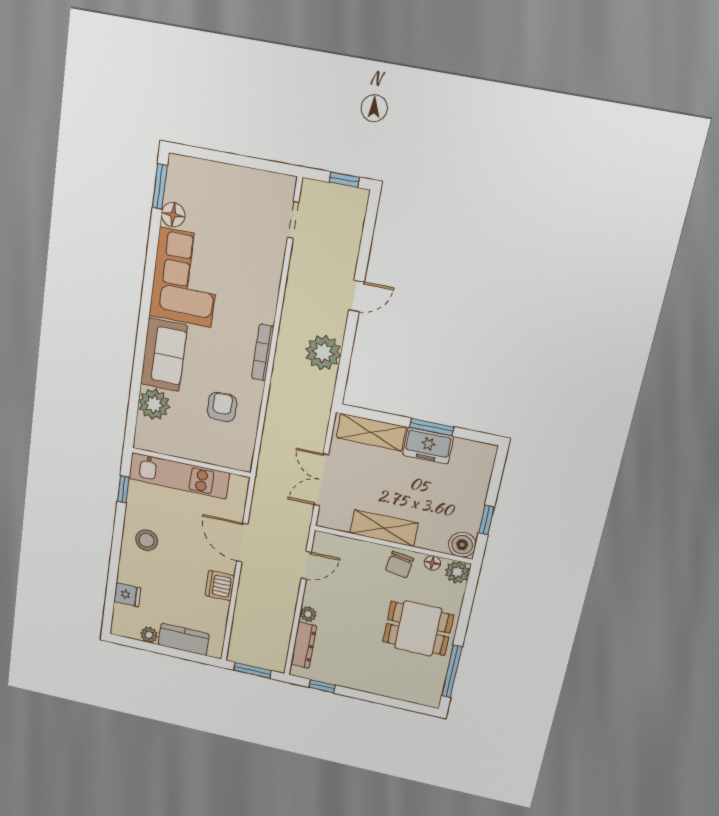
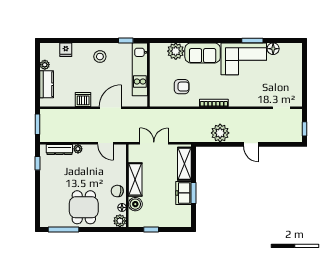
window: (160, 187) -> (252, 40), moved
boiler: (462, 545) -> (135, 204), moved

